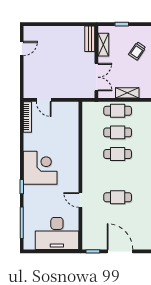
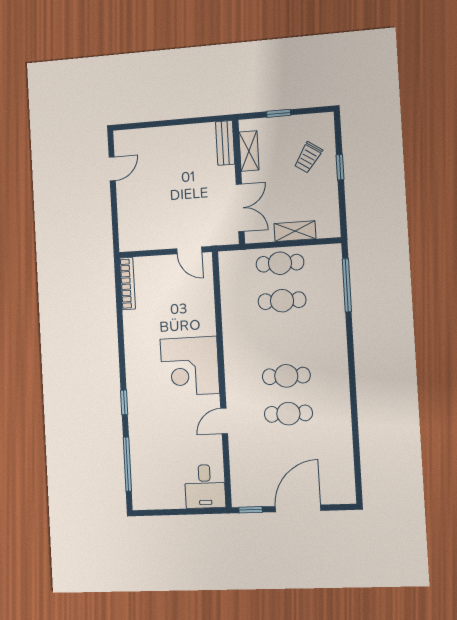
door: (44, 100) -> (189, 250), moved
cafe table: (118, 154) -> (286, 376), moved
corner desk: (40, 168) -> (190, 366), moved, turned 180
door: (80, 200) -> (224, 421), hinge flipped
desk: (57, 233) -> (205, 486), width x0.53, depth x0.77
door: (120, 251) -> (298, 508), hinge flipped

